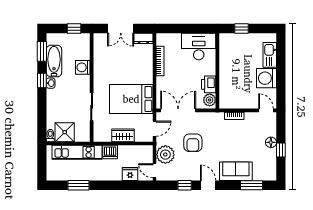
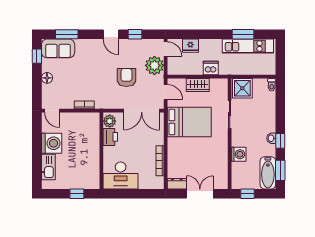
bathtub: (54, 61) -> (268, 173), moved
door: (155, 129) -> (166, 92), swing flipped
shower: (65, 132) -> (242, 88), moved
window: (281, 150) -> (37, 56), moved
kitchen unit: (77, 152) -> (248, 46), moved, turned 180
sofa: (236, 171) -> (58, 48), moved

